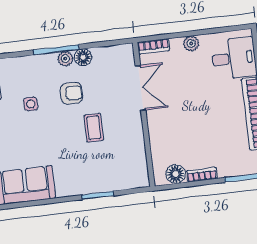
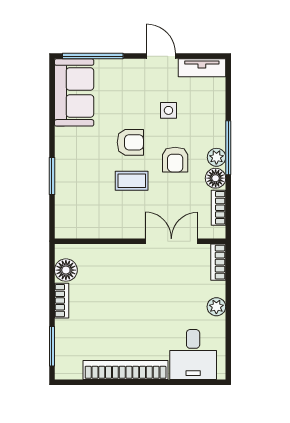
bookcase: (108, 52) -> (219, 208), added
double door: (141, 88) -> (171, 241), swing flipped
armchair: (61, 133) -> (130, 142), added

